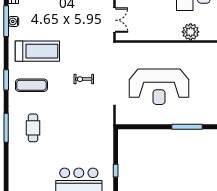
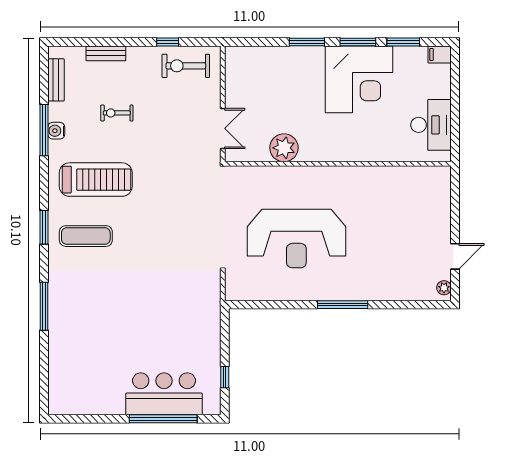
plant: (191, 32) -> (284, 148), moved
exercise bike: (84, 79) -> (117, 113), moved
cafe table: (33, 128) -> (88, 306), removed

